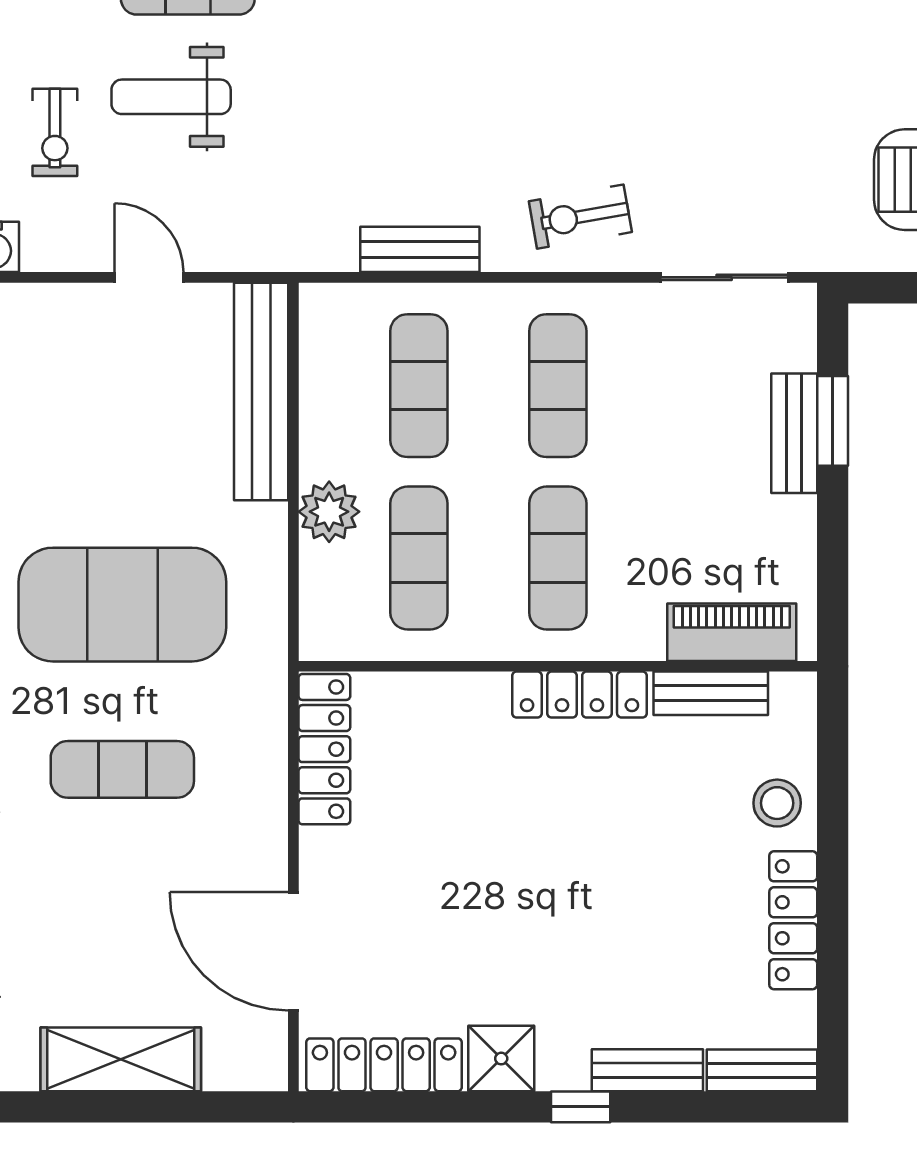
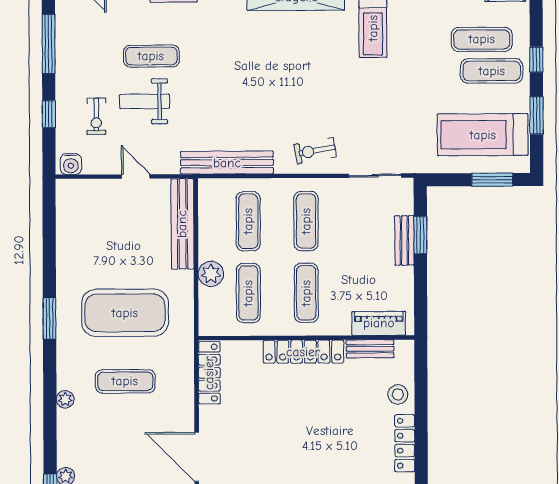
bench: (420, 249) -> (227, 163), width x1.86, depth x1.21
locker: (579, 695) -> (303, 352), width x1.41, depth x1.21

